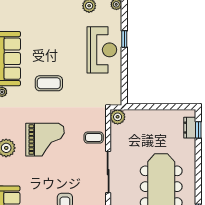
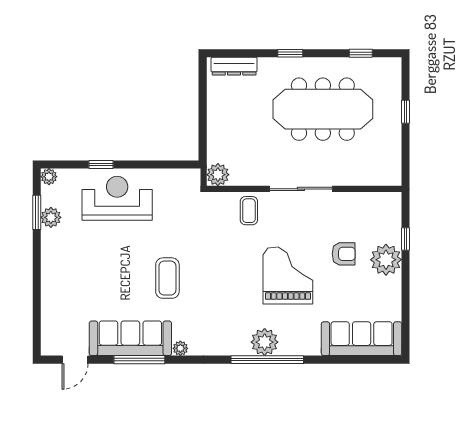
dresser: (190, 128) -> (234, 66), width x1.44
window: (198, 130) -> (290, 53), moved
grand piano: (45, 140) -> (288, 275), moved

